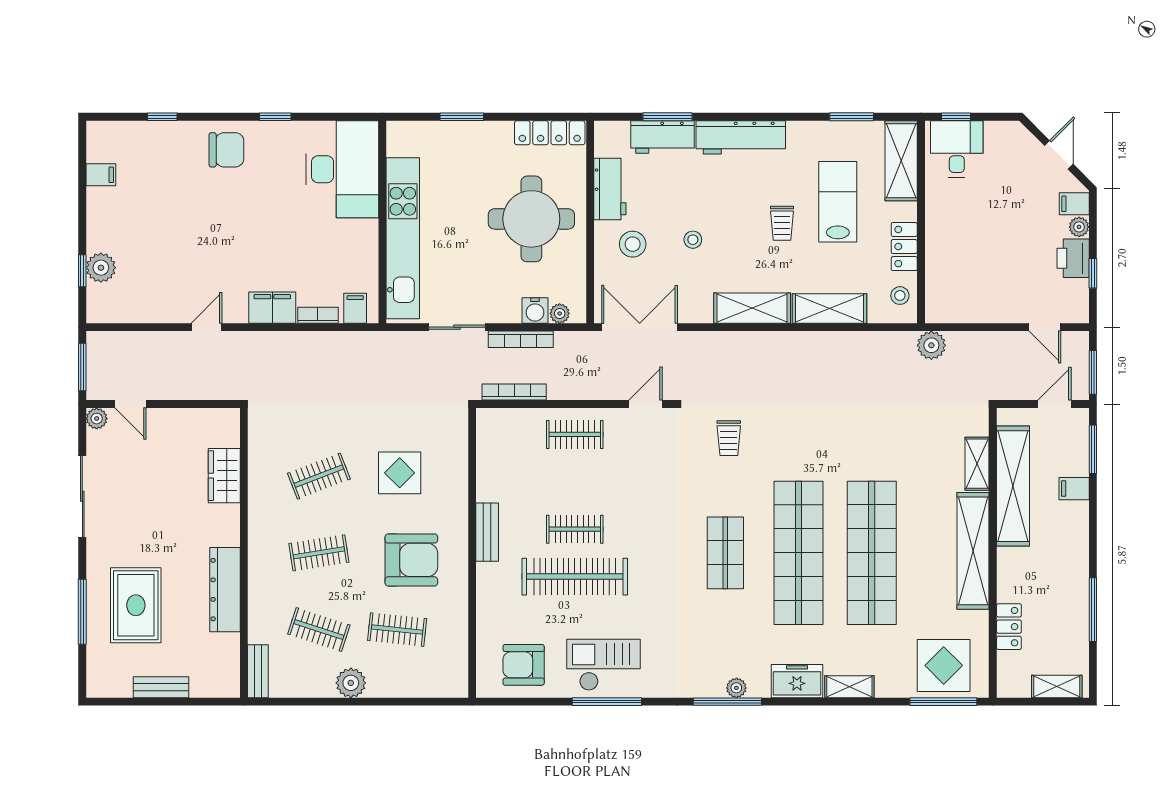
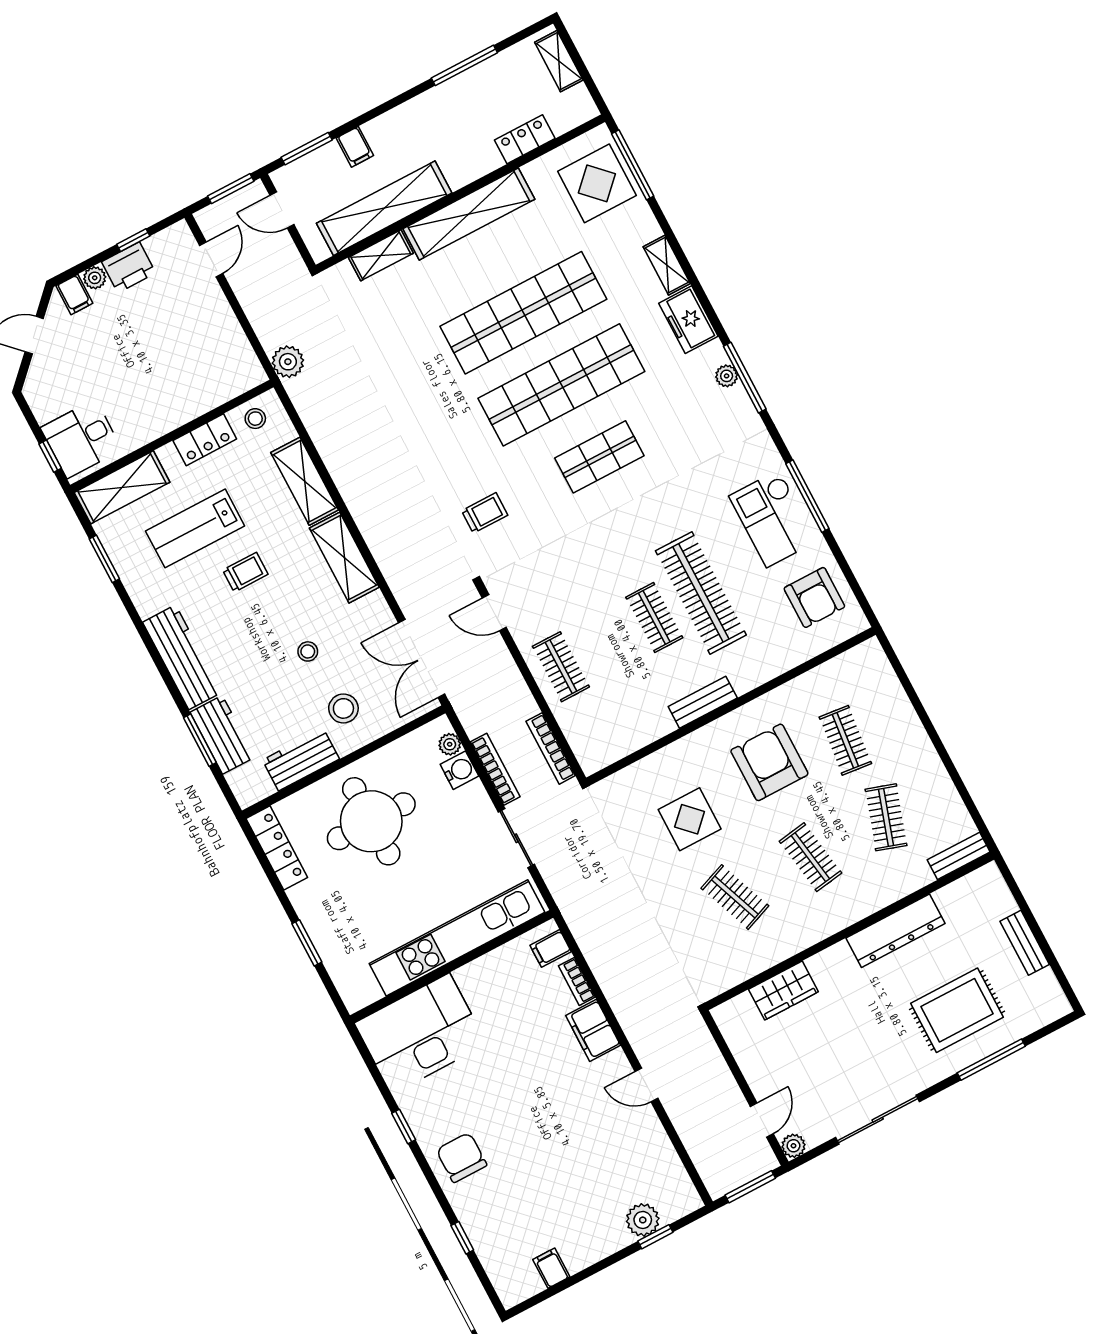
plant: (351, 683) -> (922, 758), removed

